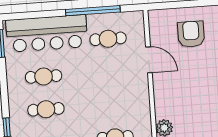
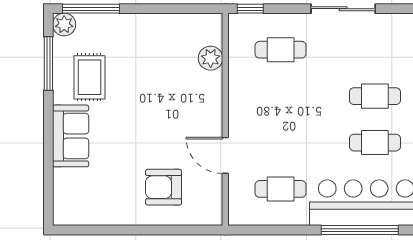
window: (93, 11) -> (360, 230), moved
armchair: (191, 34) -> (163, 187), turned 90

